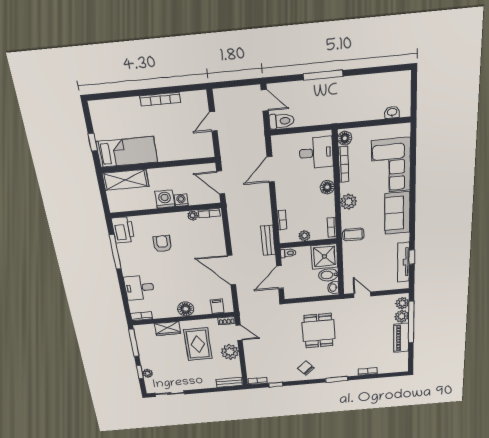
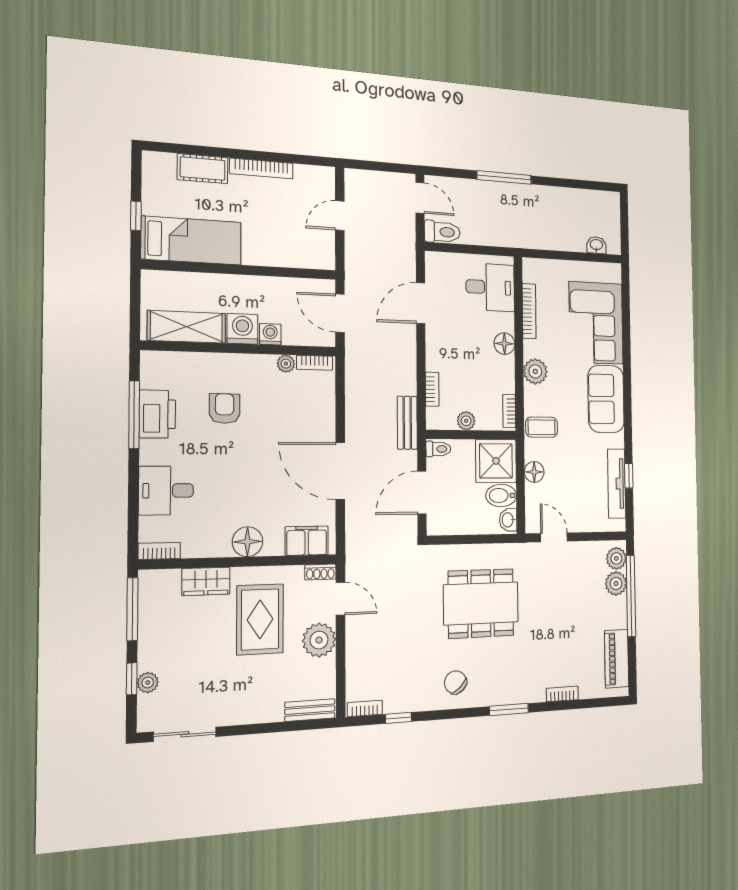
cot: (125, 106) -> (203, 169), added
floor lamp: (345, 138) -> (534, 472), moved
shelving: (126, 180) -> (187, 327), moved
printer: (123, 230) -> (157, 414), moved
filing cabinet: (217, 306) -> (307, 541), width x2.00
dining table: (318, 331) -> (481, 603), width x1.38
piano: (401, 338) -> (617, 659), moved

